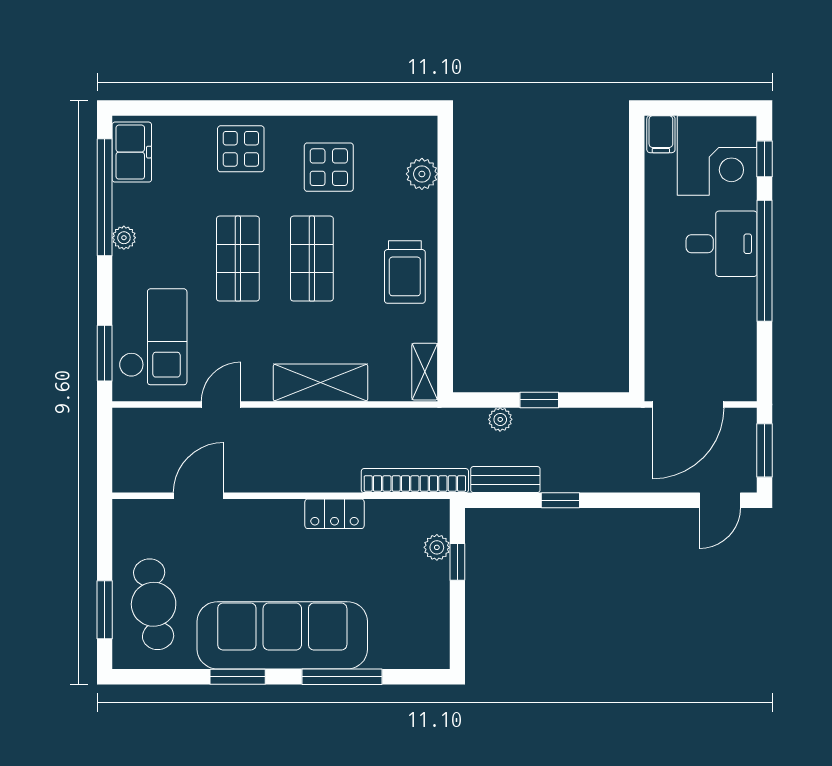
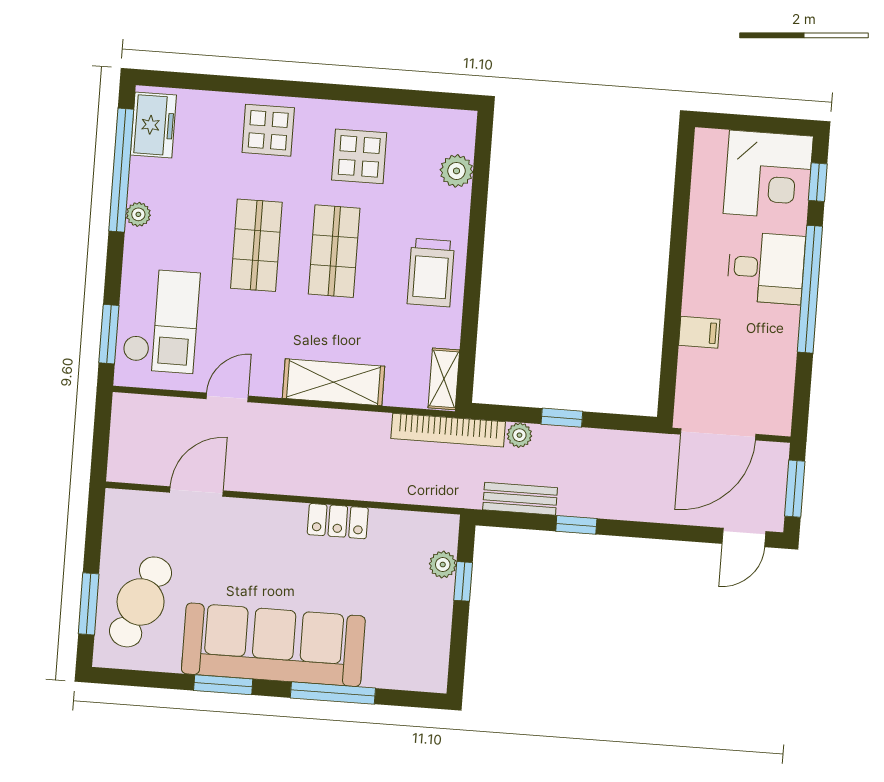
filing cabinet: (661, 134) -> (699, 332), moved, turned -90
bookcase: (415, 481) -> (448, 430), moved, turned 180
cafe table: (154, 604) -> (141, 602), turned 30

